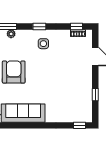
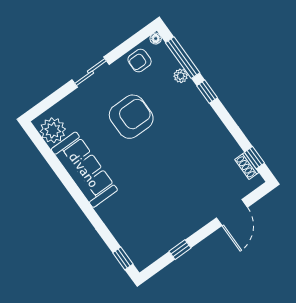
window: (39, 27) -> (207, 92), moved
side table: (43, 44) -> (199, 129), removed

